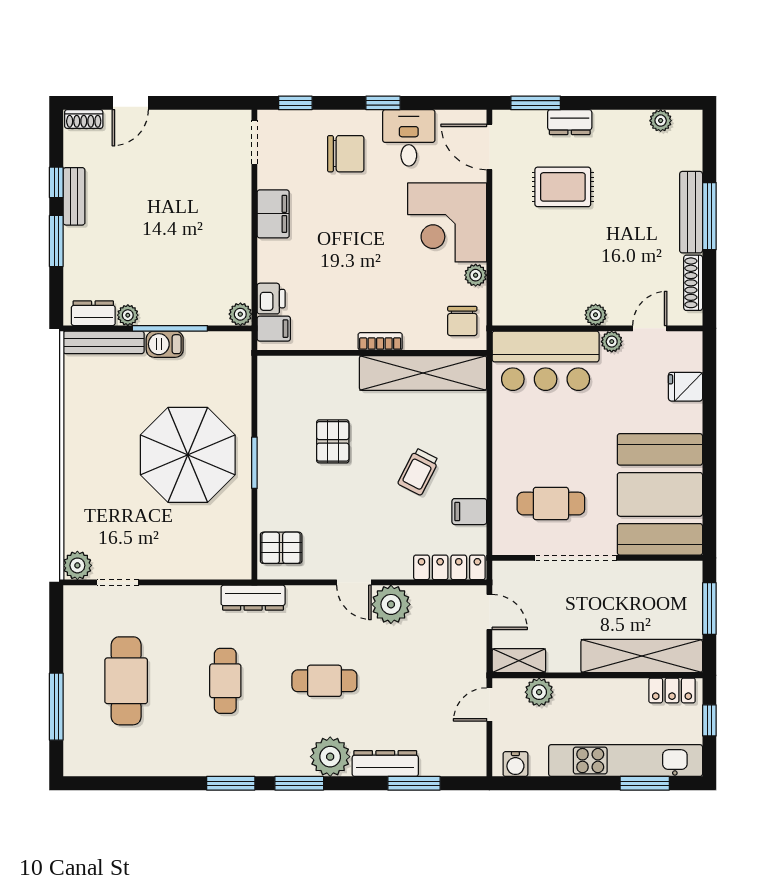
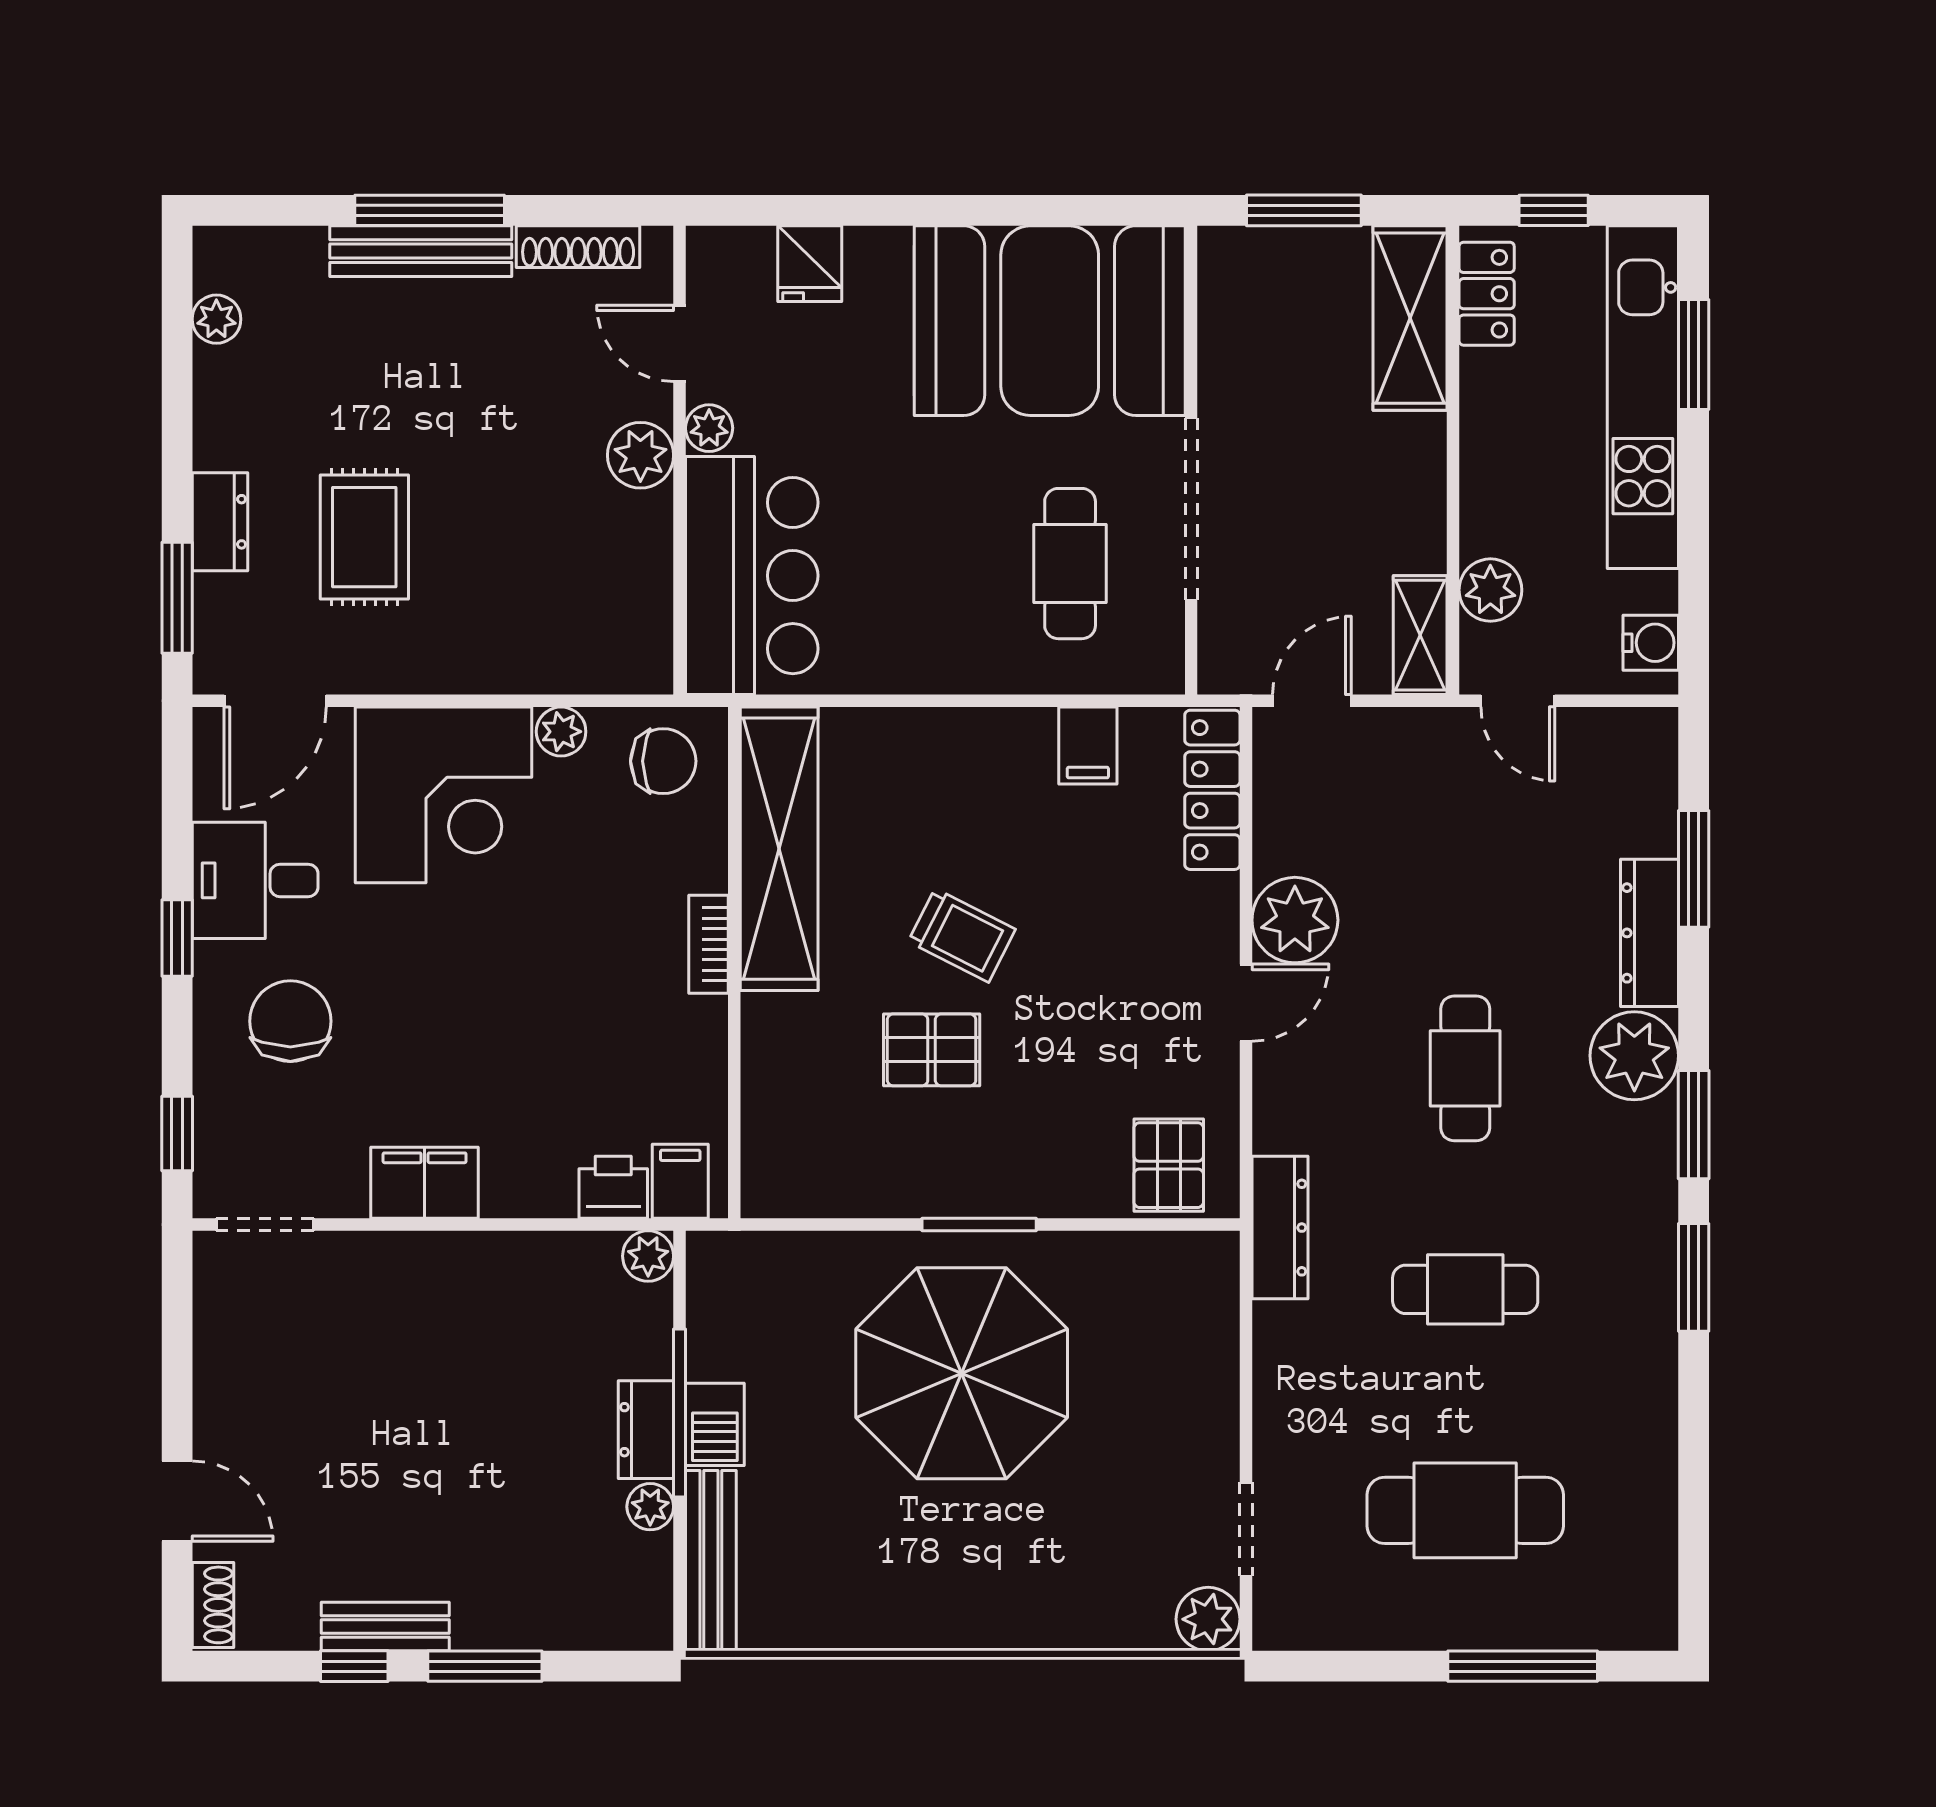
dresser: (93, 313) -> (646, 1430), moved
plant: (596, 315) -> (640, 455), width x1.38, depth x1.38
trolley: (418, 472) -> (962, 935), moved
shelving: (642, 656) -> (1410, 318), width x0.68

